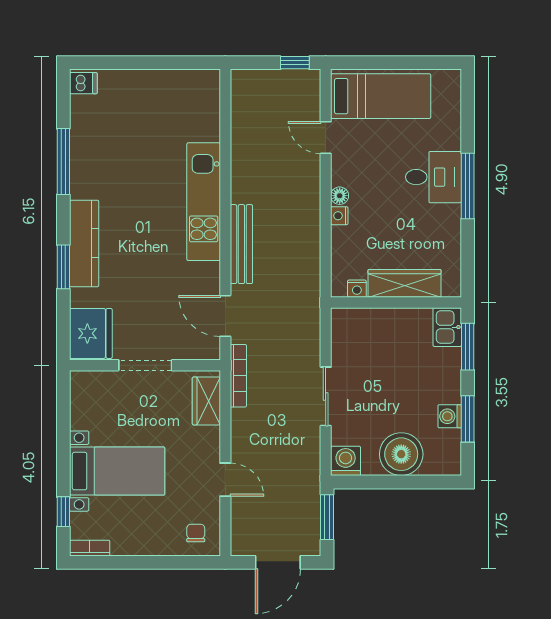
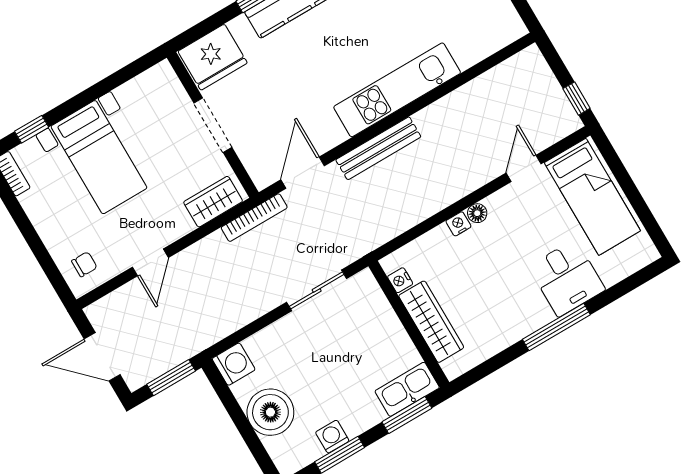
desk: (433, 177) -> (567, 278), moved
kitchen sink: (447, 327) -> (407, 389), width x1.38
sliding door: (326, 396) -> (317, 290), moved

